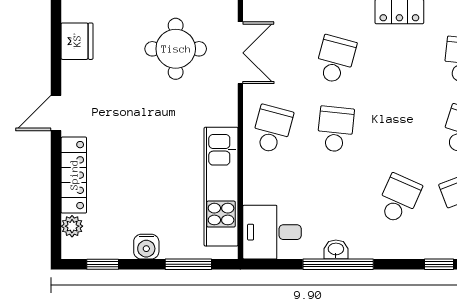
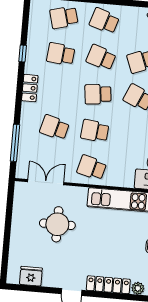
round table: (176, 49) -> (57, 224), moved
school desk: (399, 129) -> (98, 94), added

